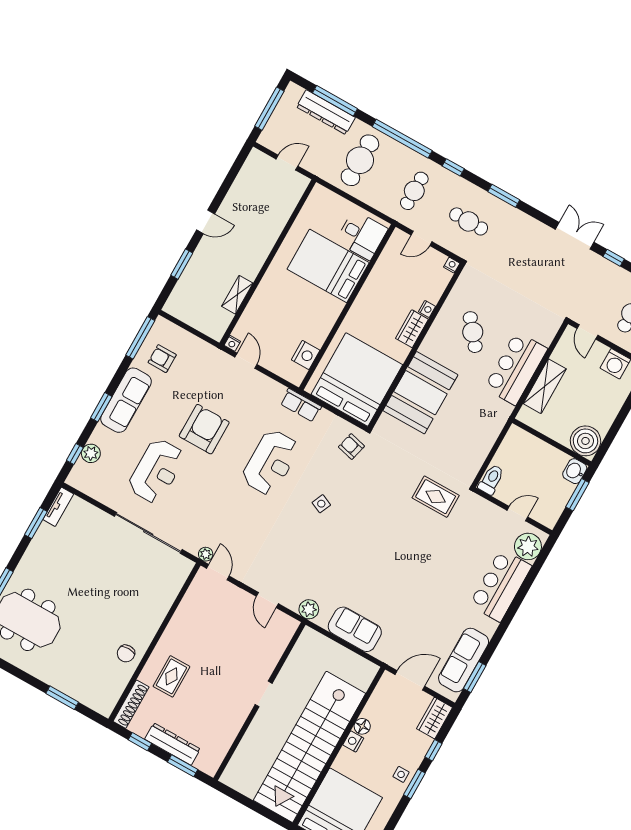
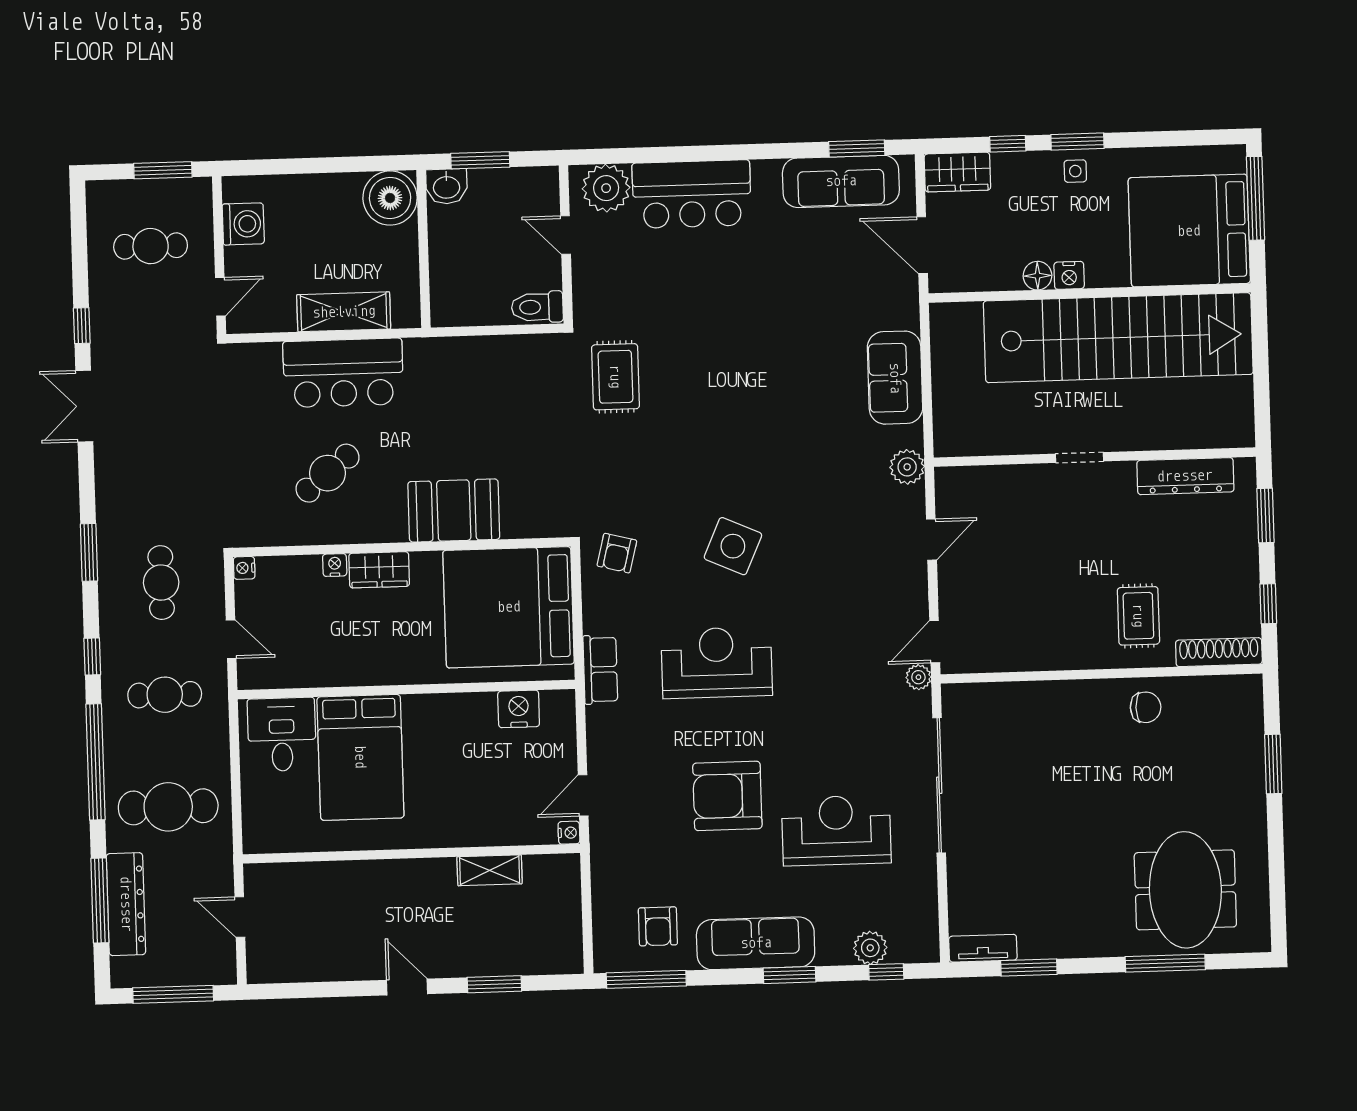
booth: (420, 393) -> (454, 510), width x0.73, depth x0.70
side table: (321, 504) -> (733, 546), width x1.87, depth x1.87
rug: (171, 676) -> (1138, 616), turned 90
dresser: (172, 744) -> (1185, 476), moved, turned -90

